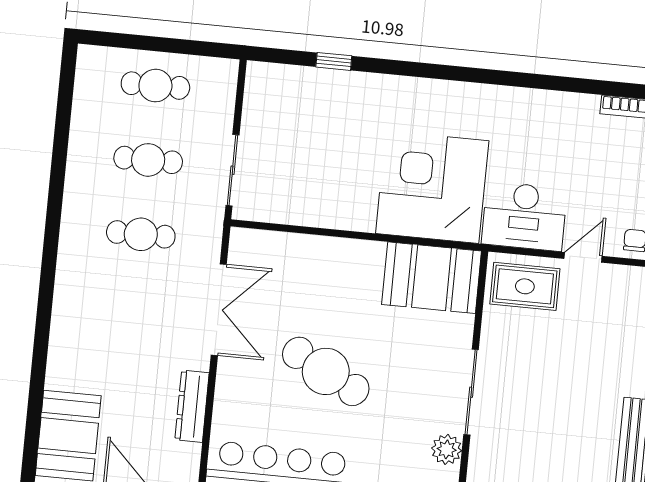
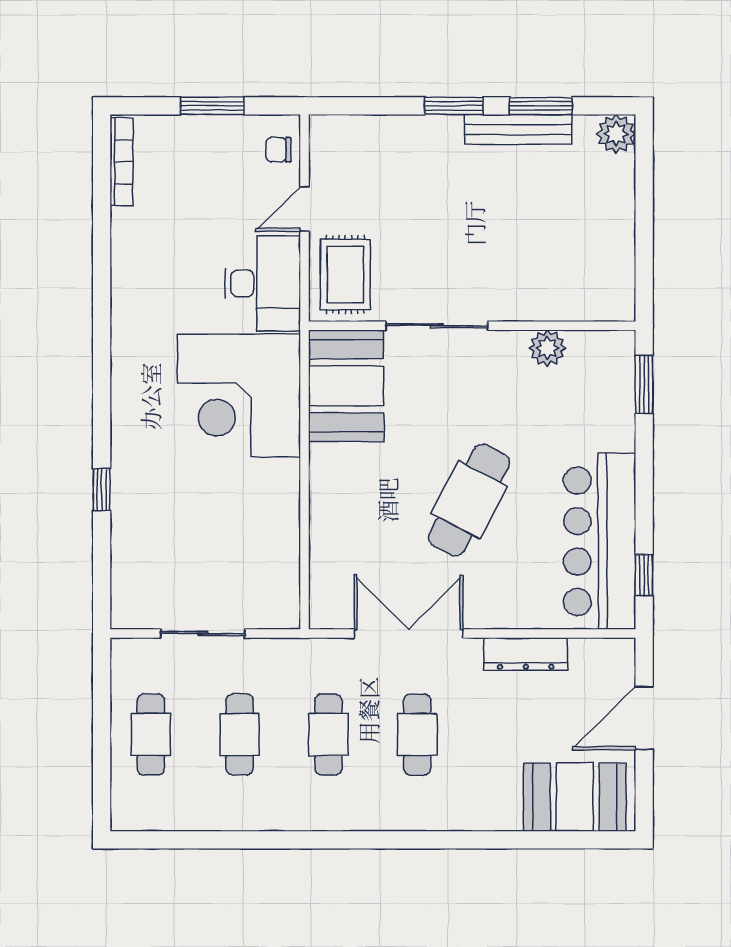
window: (334, 61) -> (102, 490), moved
sliding door: (232, 170) -> (203, 634), moved
door: (583, 257) -> (304, 209), hinge flipped
cafe table: (134, 309) -> (417, 734), added
sliding door: (471, 392) -> (437, 326), moved

